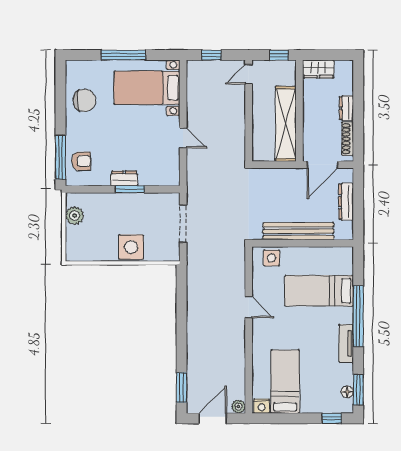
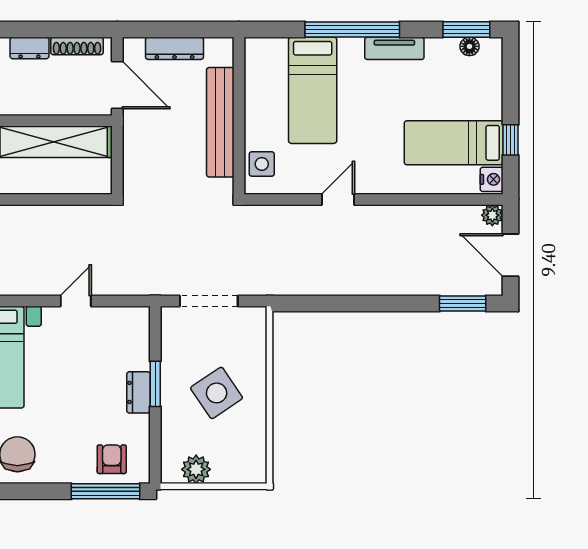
side table: (131, 247) -> (217, 393), moved, turned -34
window: (332, 418) -> (511, 140), moved

